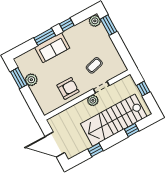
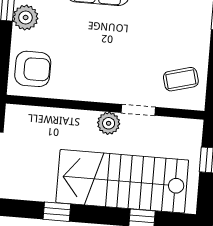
coffee table: (94, 65) -> (181, 79), moved
armchair: (68, 88) -> (33, 69), moved

